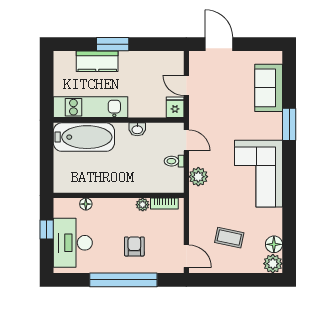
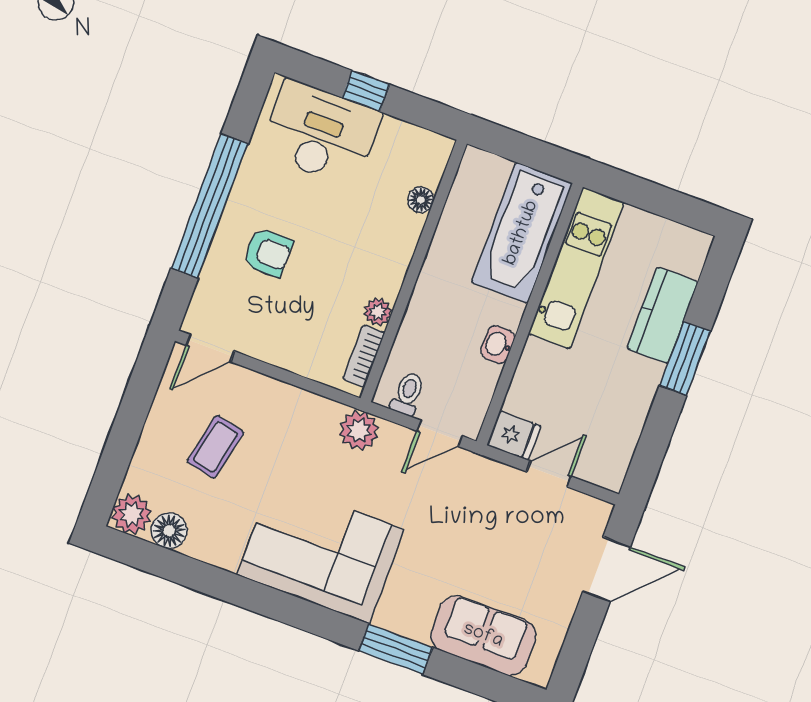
wall: (119, 195) -> (414, 271), moved
bookcase: (164, 203) -> (364, 356), moved
floor lamp: (86, 204) -> (421, 200), moved
plant: (143, 205) -> (378, 312), moved

